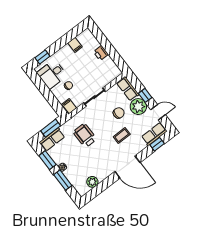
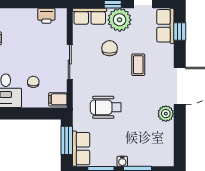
printer: (101, 53) -> (46, 16), moved
plant: (92, 182) -> (166, 114), moved

